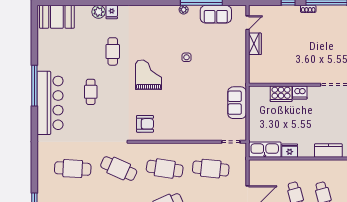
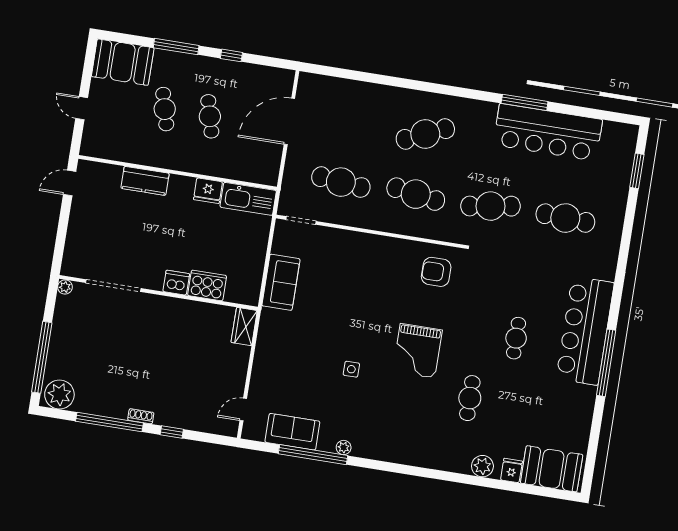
fridge: (112, 12) -> (511, 470), moved
wardrobe: (255, 44) -> (244, 326), moved
cafe table: (119, 169) -> (491, 206), turned -33

